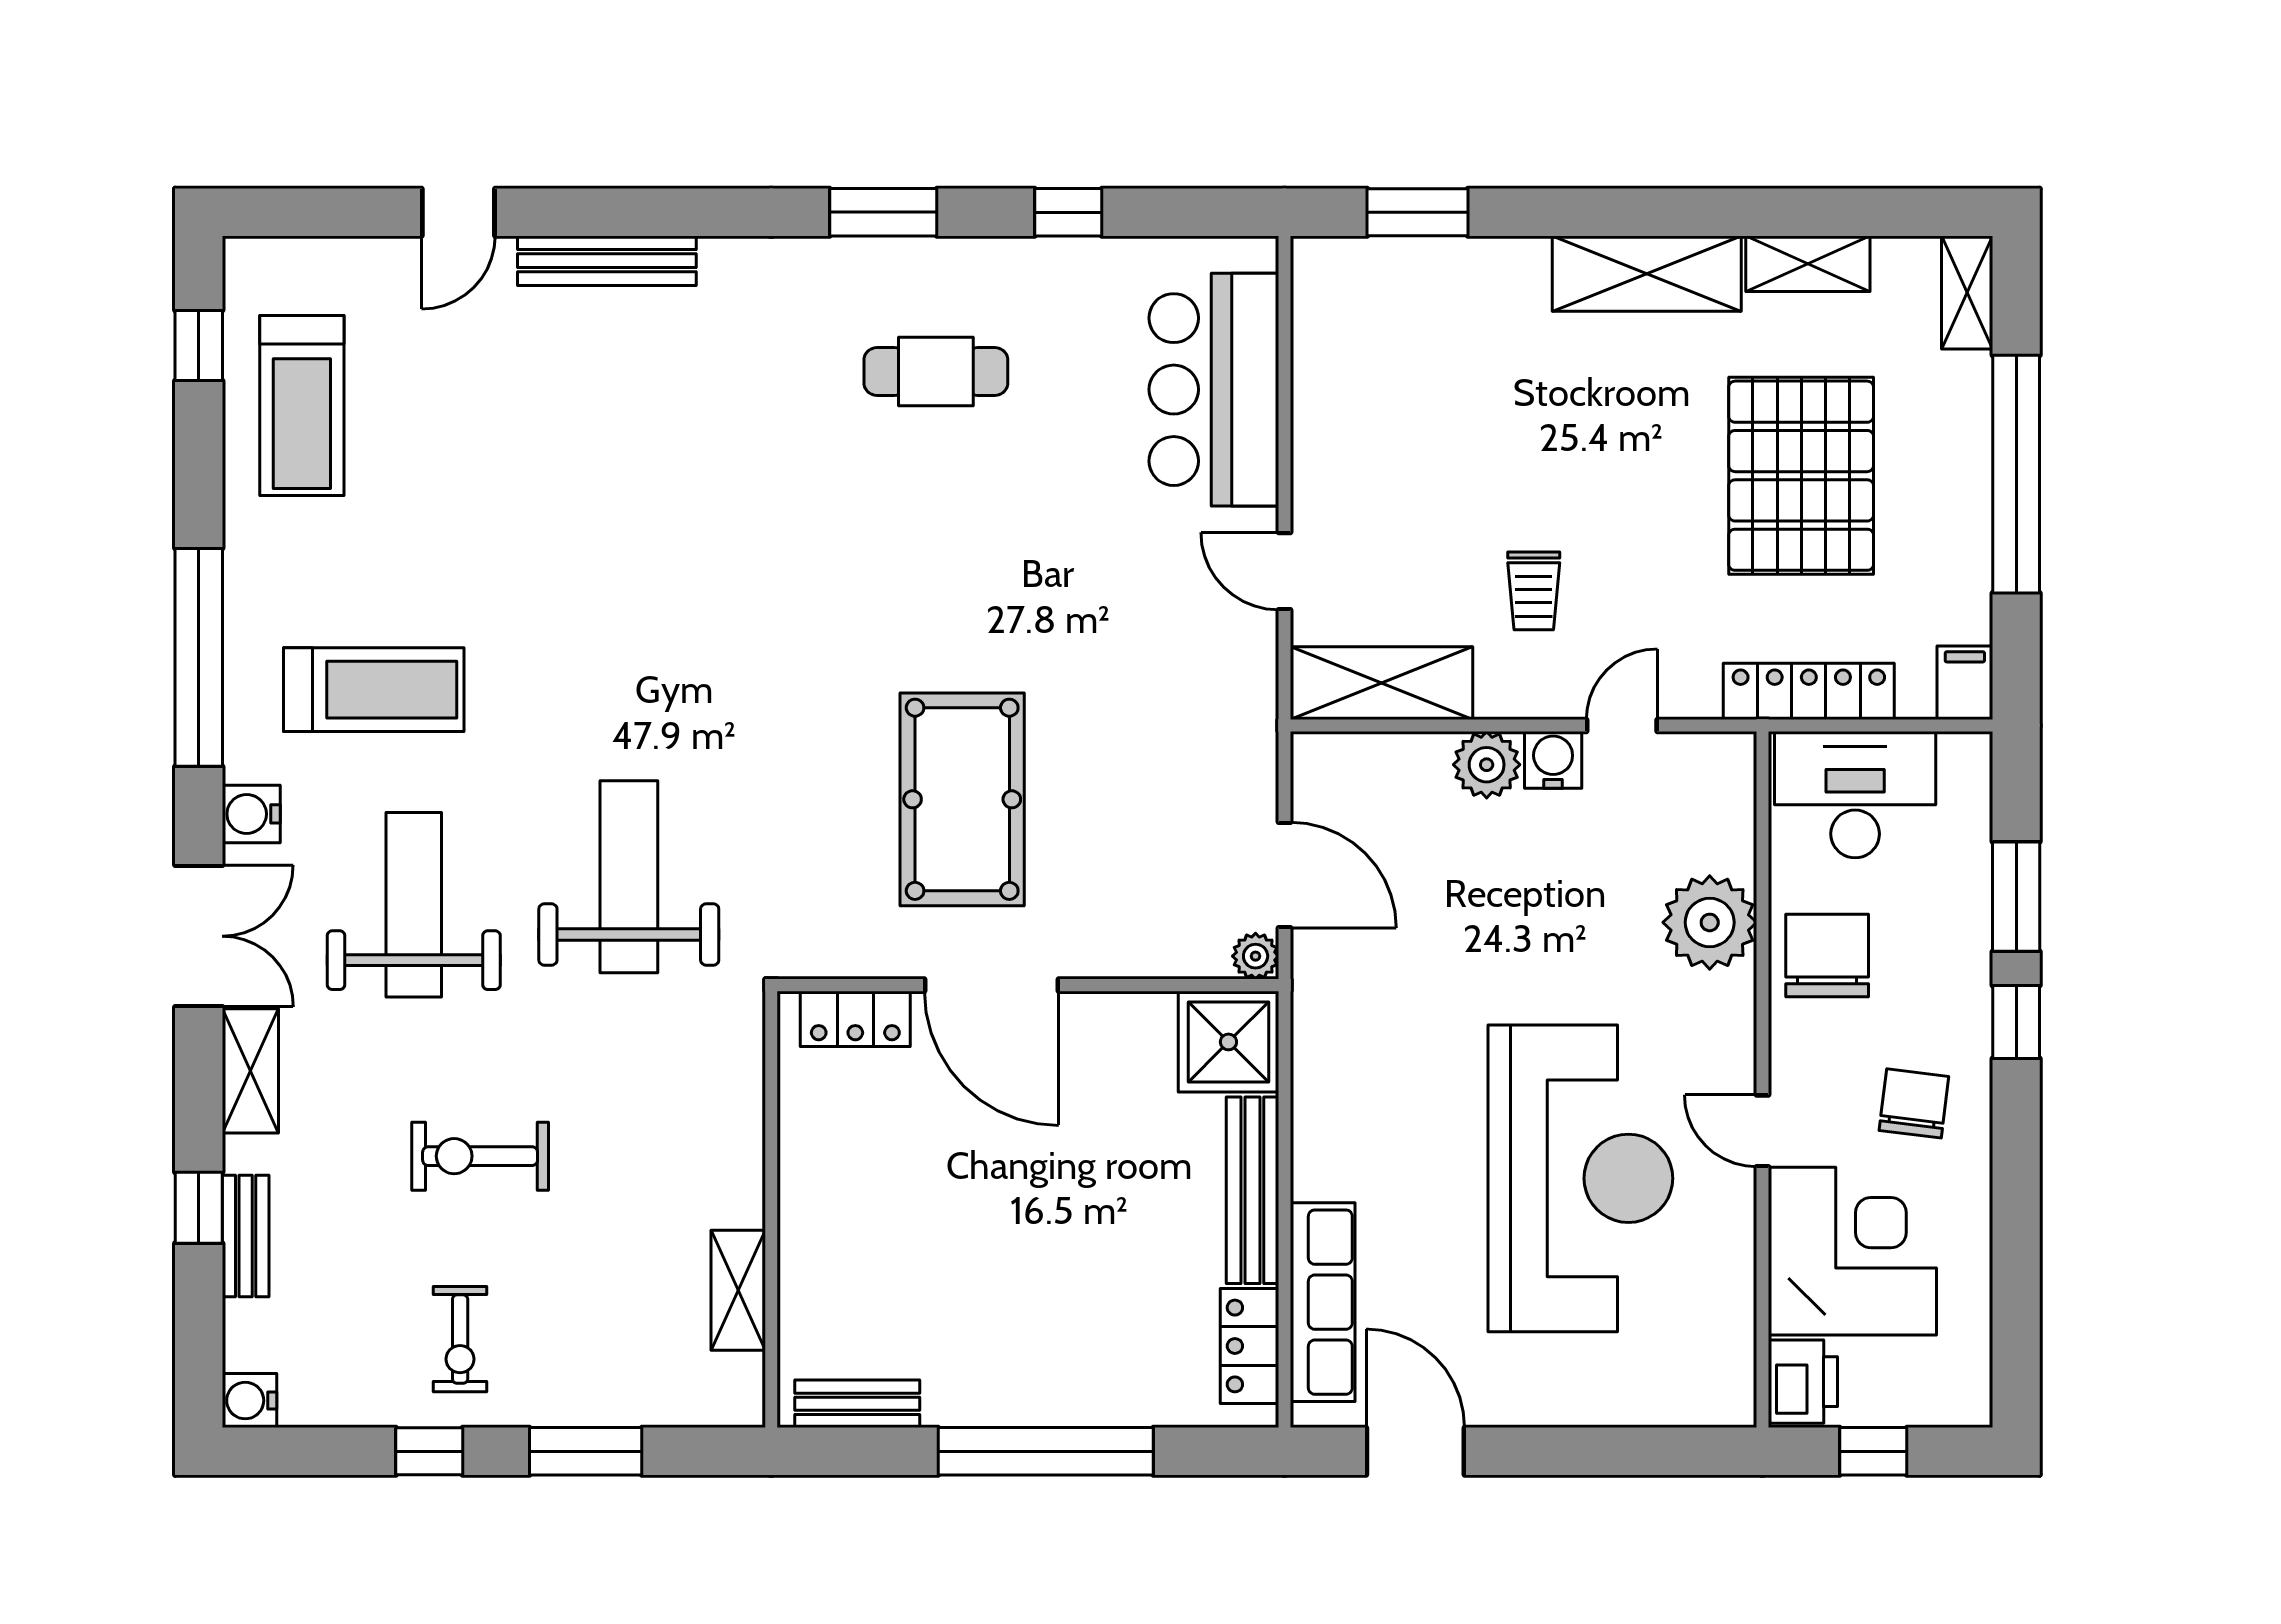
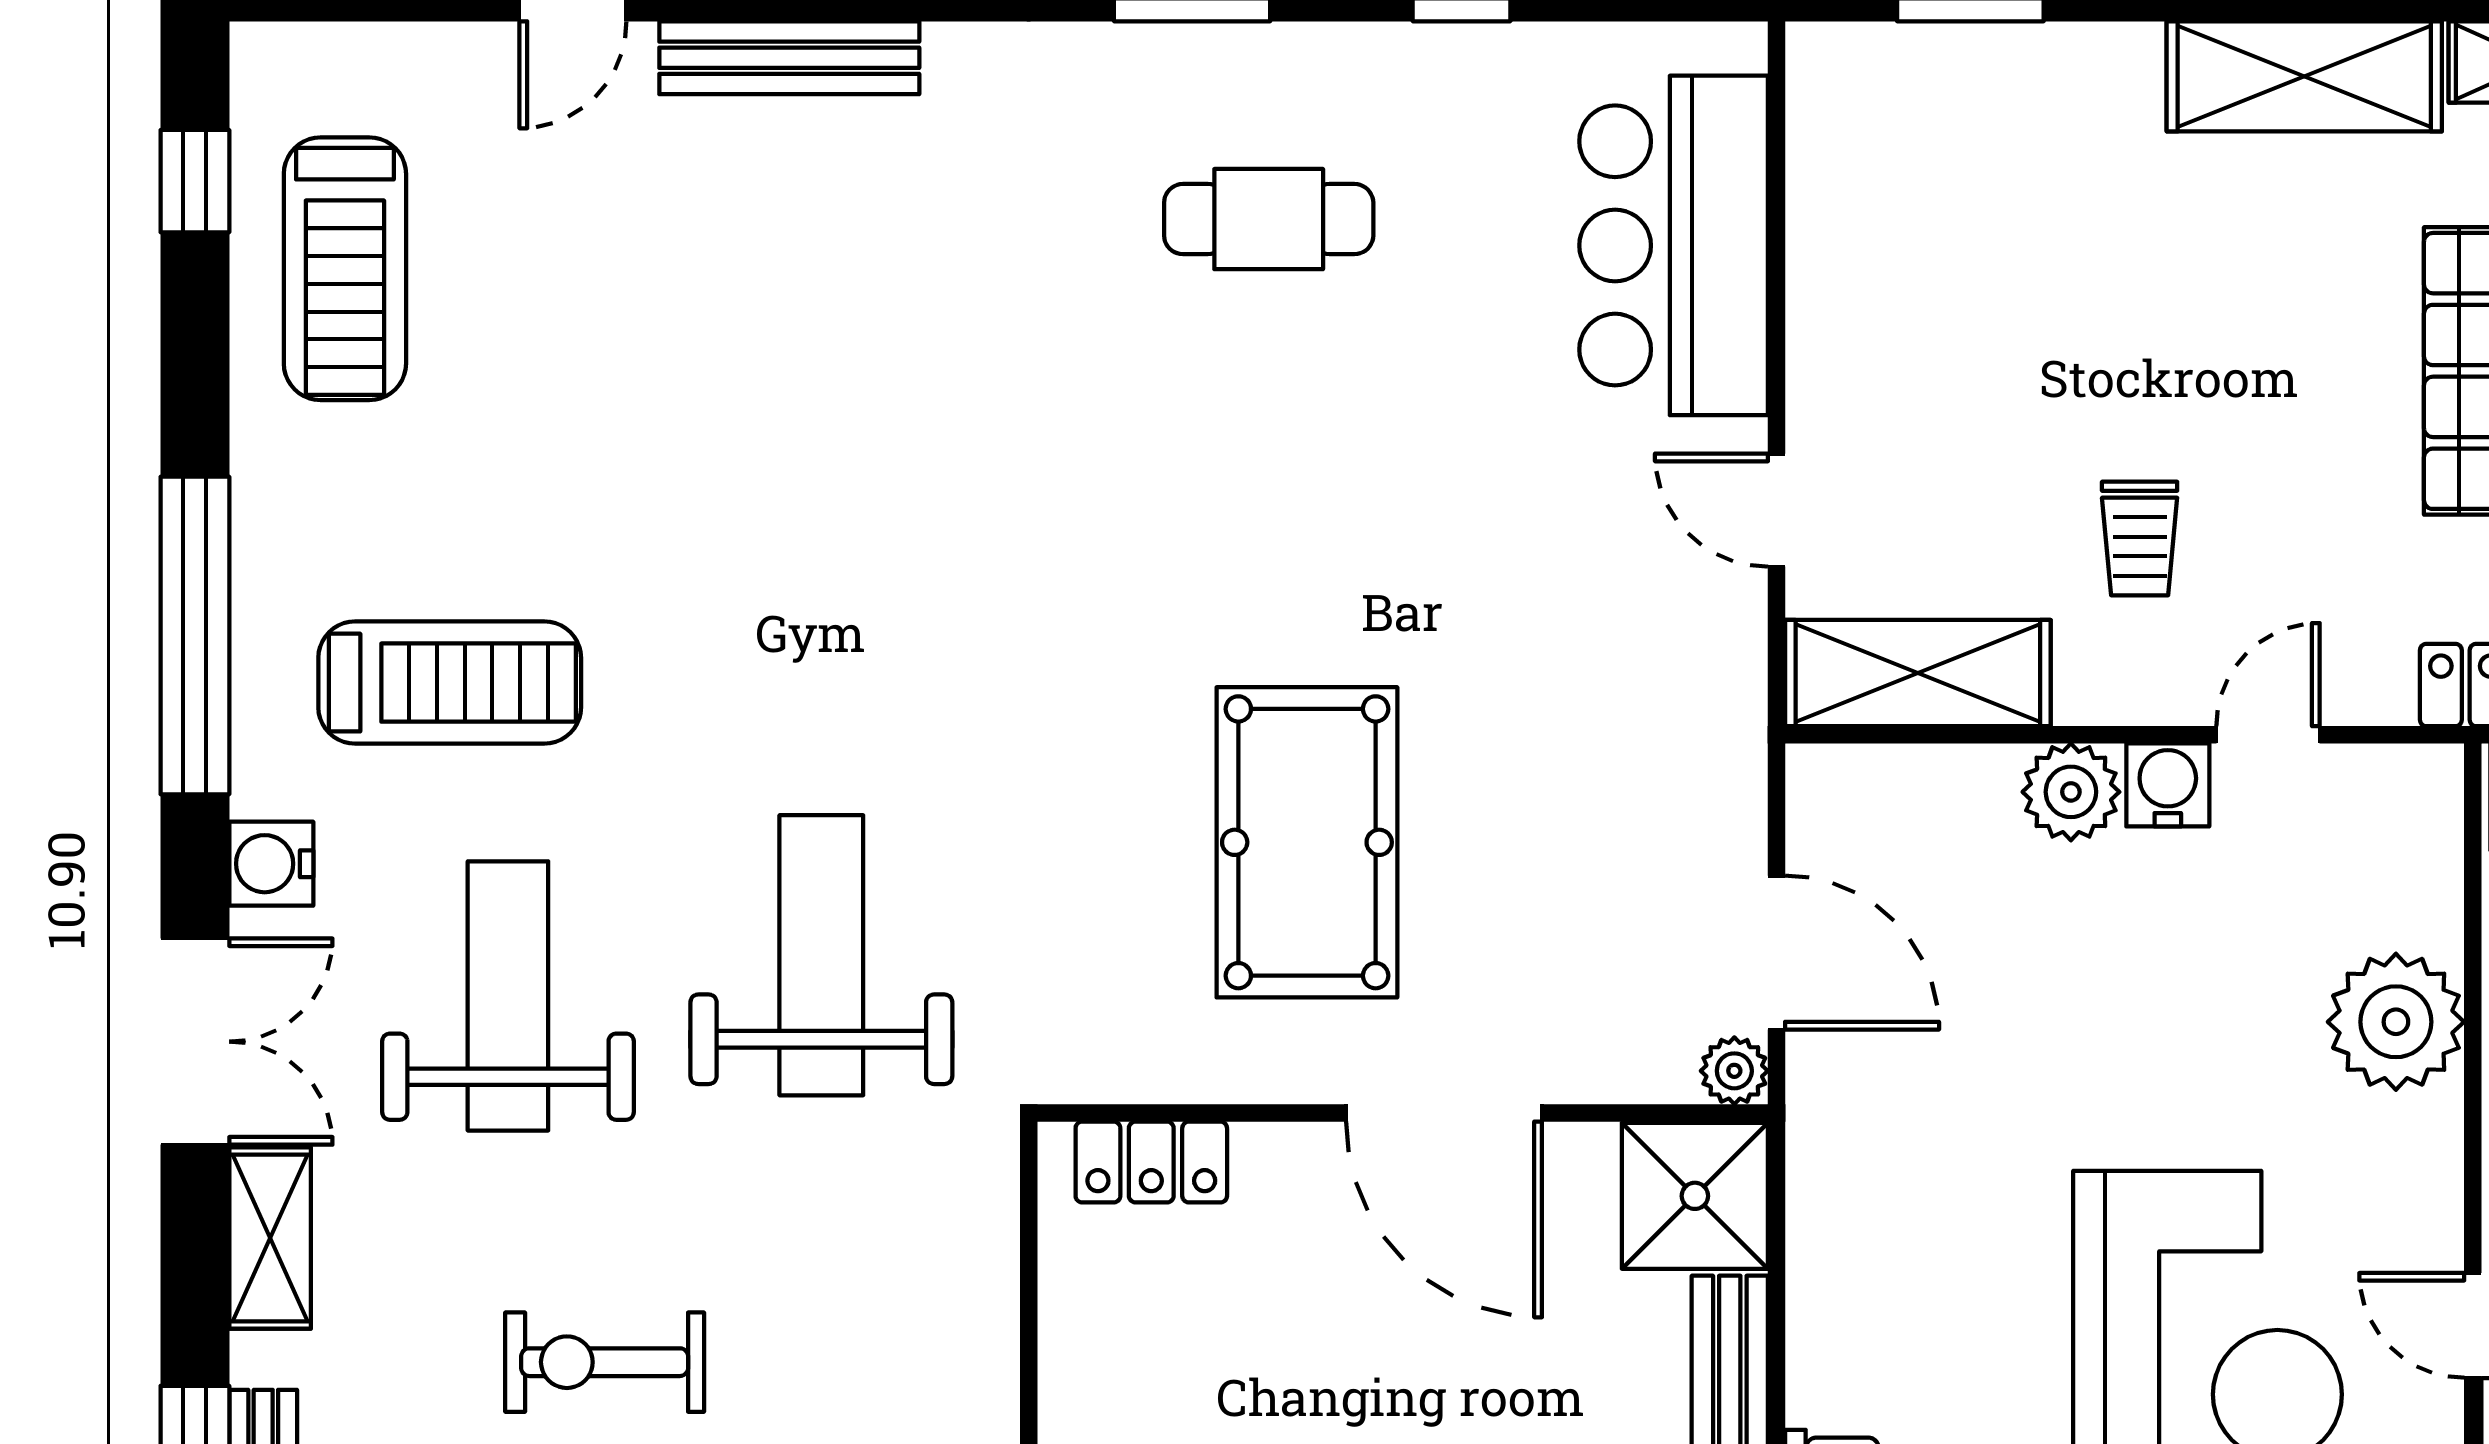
door: (992, 985) -> (1444, 1113), moved

